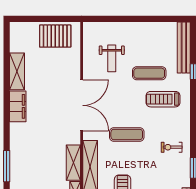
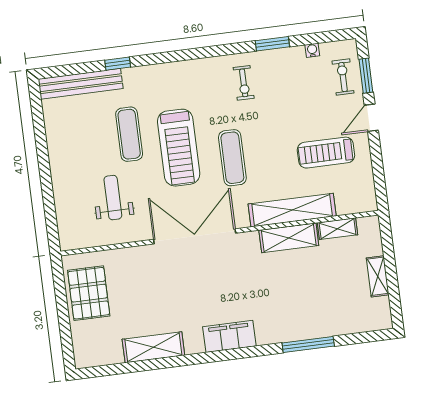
weight bench: (112, 58) -> (113, 198), turned -90
treadmill: (163, 99) -> (179, 148), moved, width x1.37, depth x1.38
filing cabinet: (18, 106) -> (229, 336), moved

